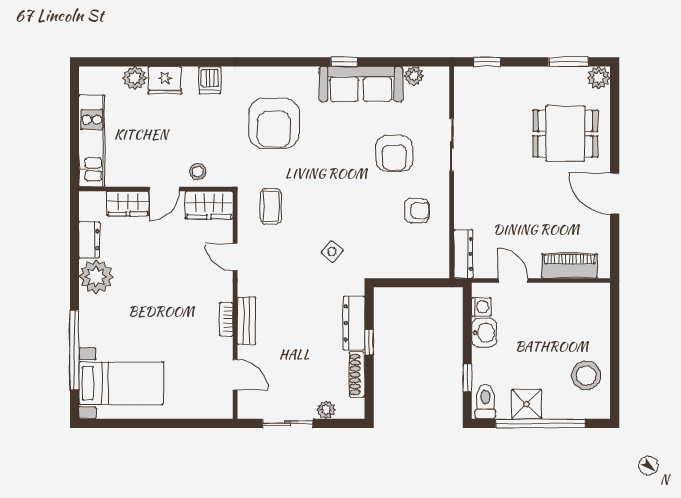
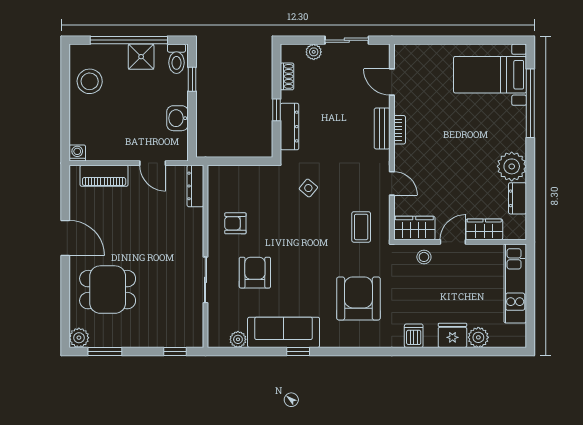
washing machine: (481, 307) -> (77, 153), moved, turned 90
shoe rack: (357, 374) -> (287, 76), width x0.70

